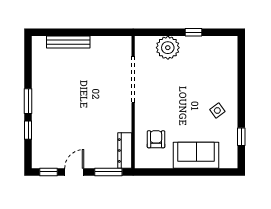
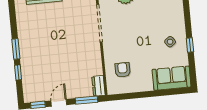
window: (241, 137) -> (190, 45), moved
dresser: (125, 150) -> (98, 86), width x0.70
sofa: (196, 155) -> (172, 78), moved

